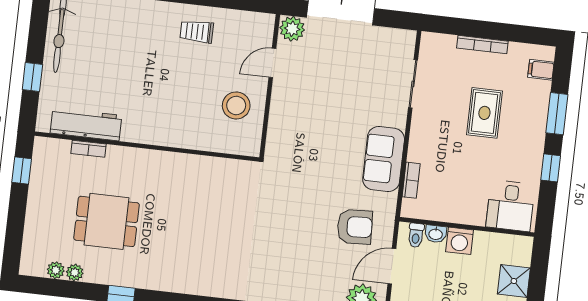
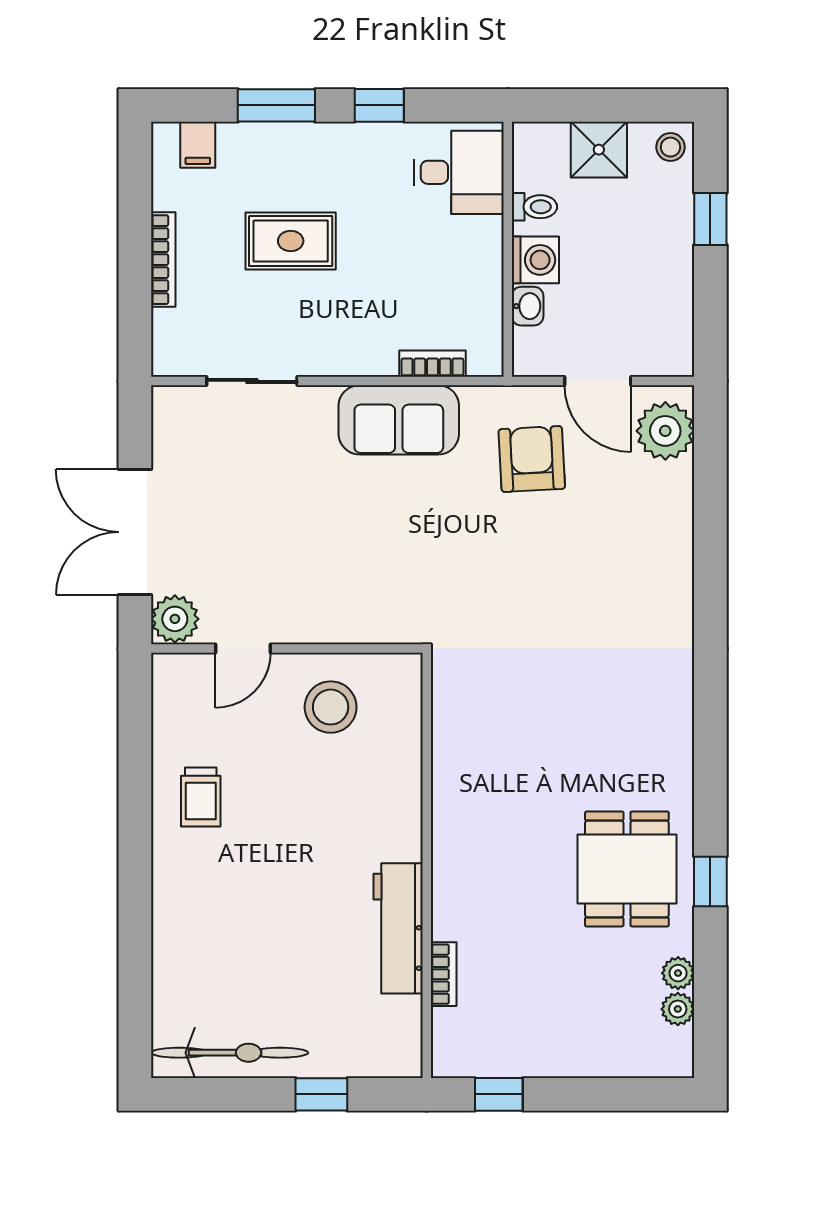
door: (272, 63) -> (243, 649), hinge flipped
workbench: (86, 124) -> (398, 928), moved
dining table: (107, 221) -> (627, 869), moved
toilet: (416, 235) -> (534, 207), moved

